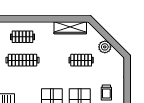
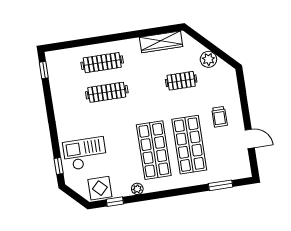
clothes rail: (22, 37) -> (102, 63), width x1.36

